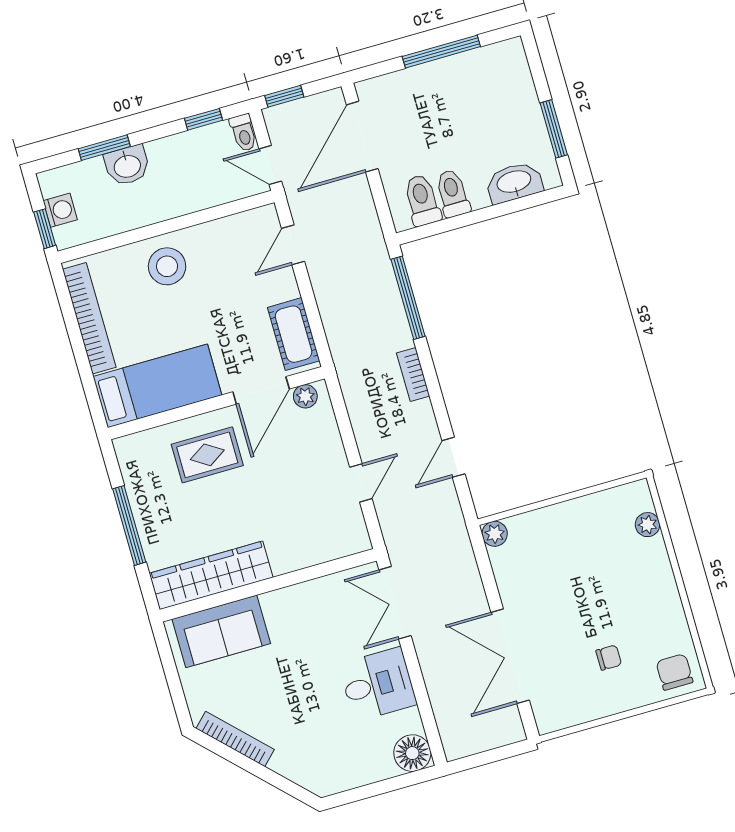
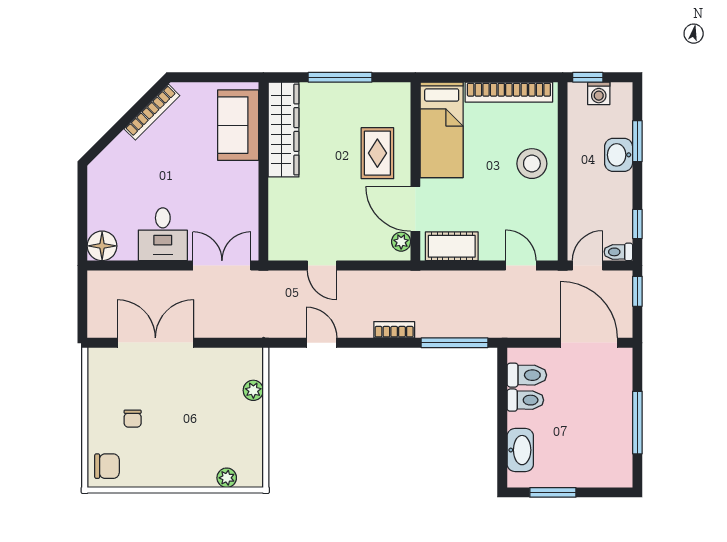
plant: (495, 534) -> (253, 390), moved

